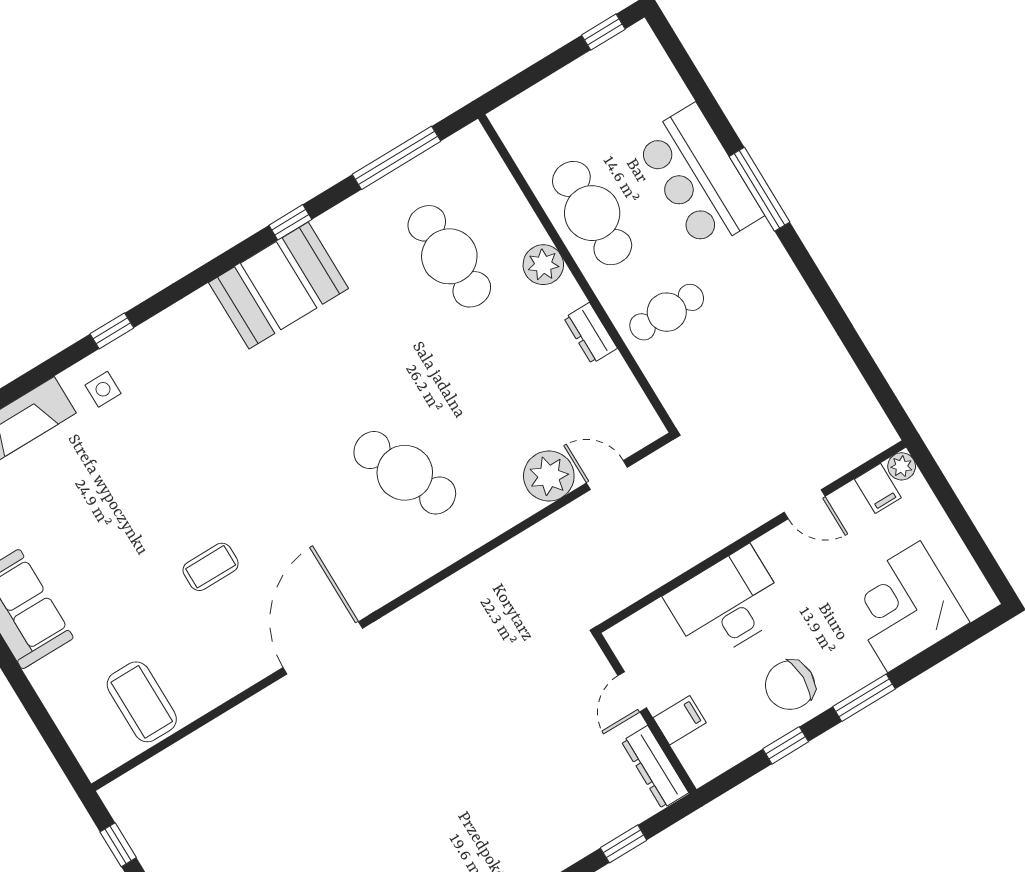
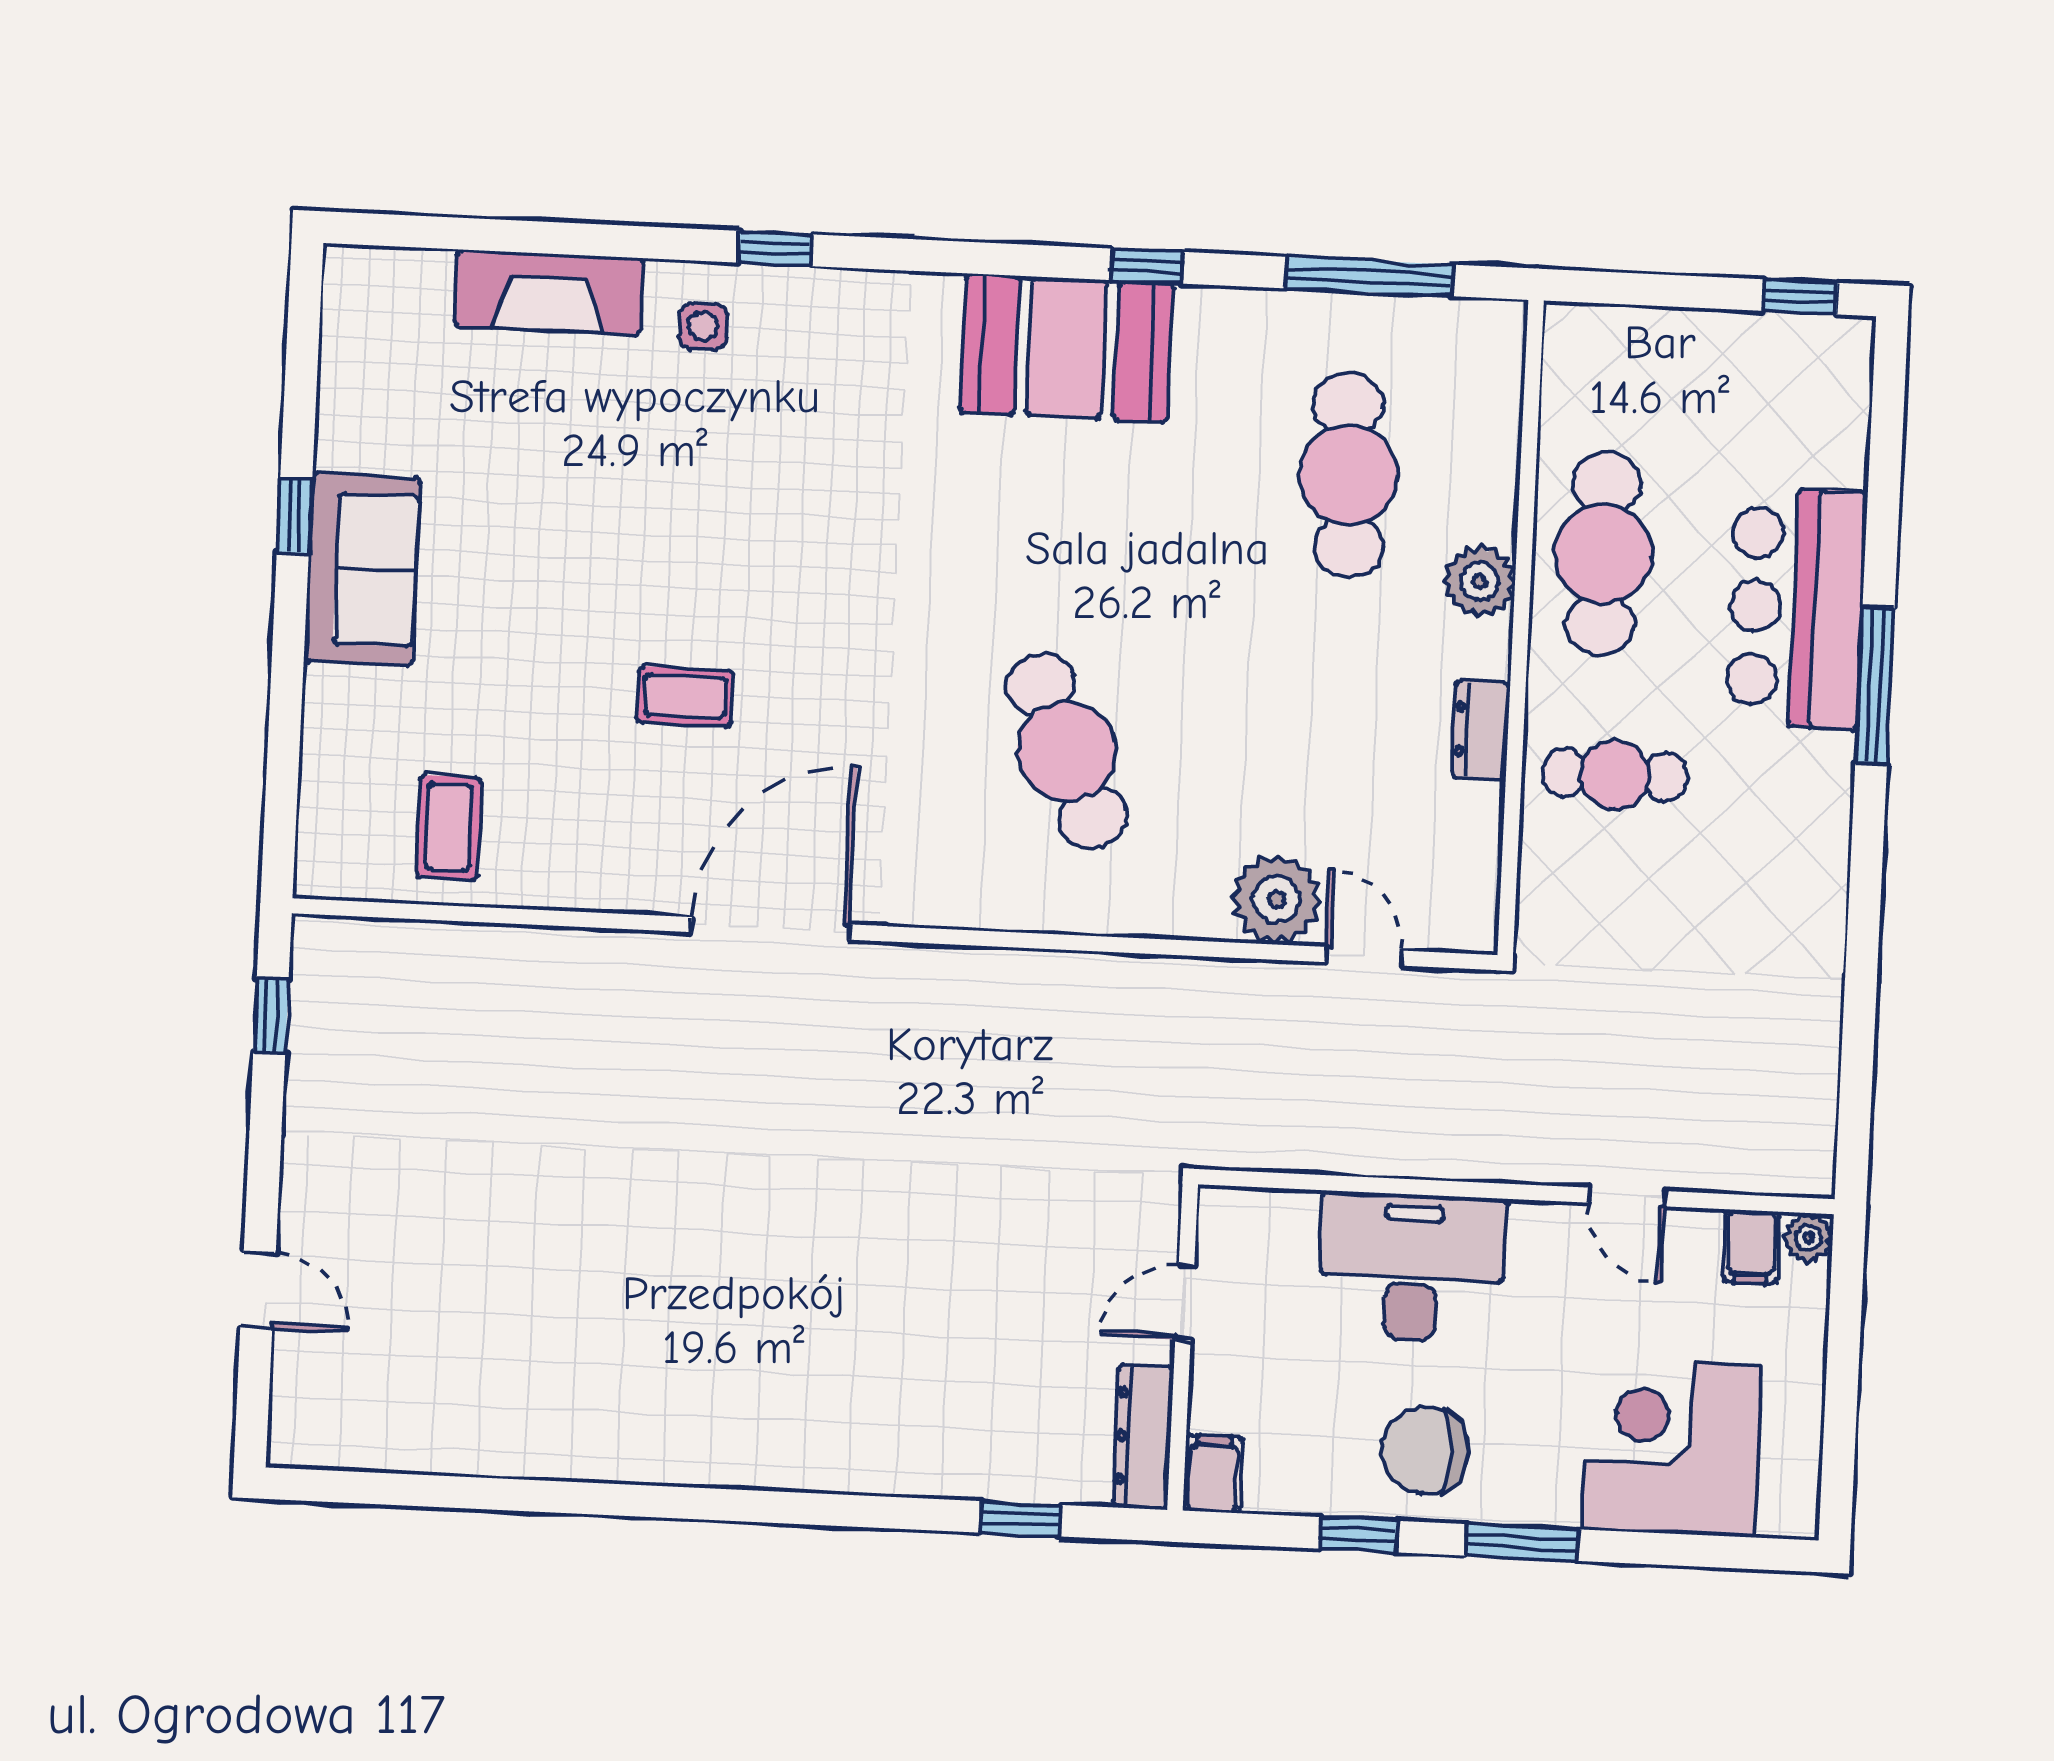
coffee table: (142, 702) -> (449, 827), width x0.73, depth x0.77
filing cabinet: (680, 720) -> (1213, 1474), moved, turned -90

